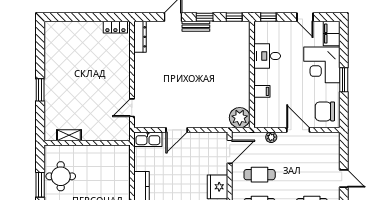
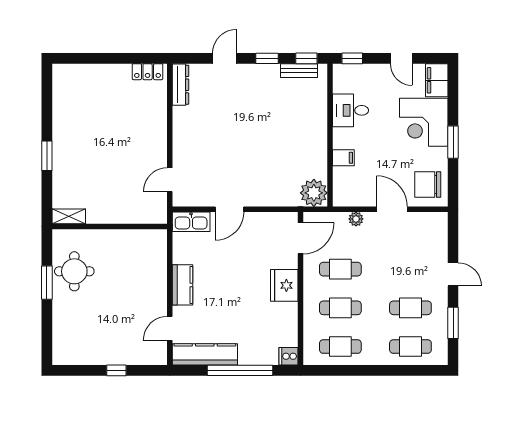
bench: (196, 26) -> (299, 71), moved
shelving: (69, 135) -> (69, 216), moved

